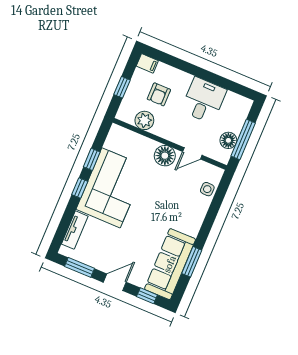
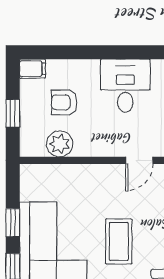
armchair: (159, 94) -> (64, 102), turned 90
floor lamp: (165, 156) -> (105, 178), removed
coffee table: (156, 201) -> (119, 241), added

